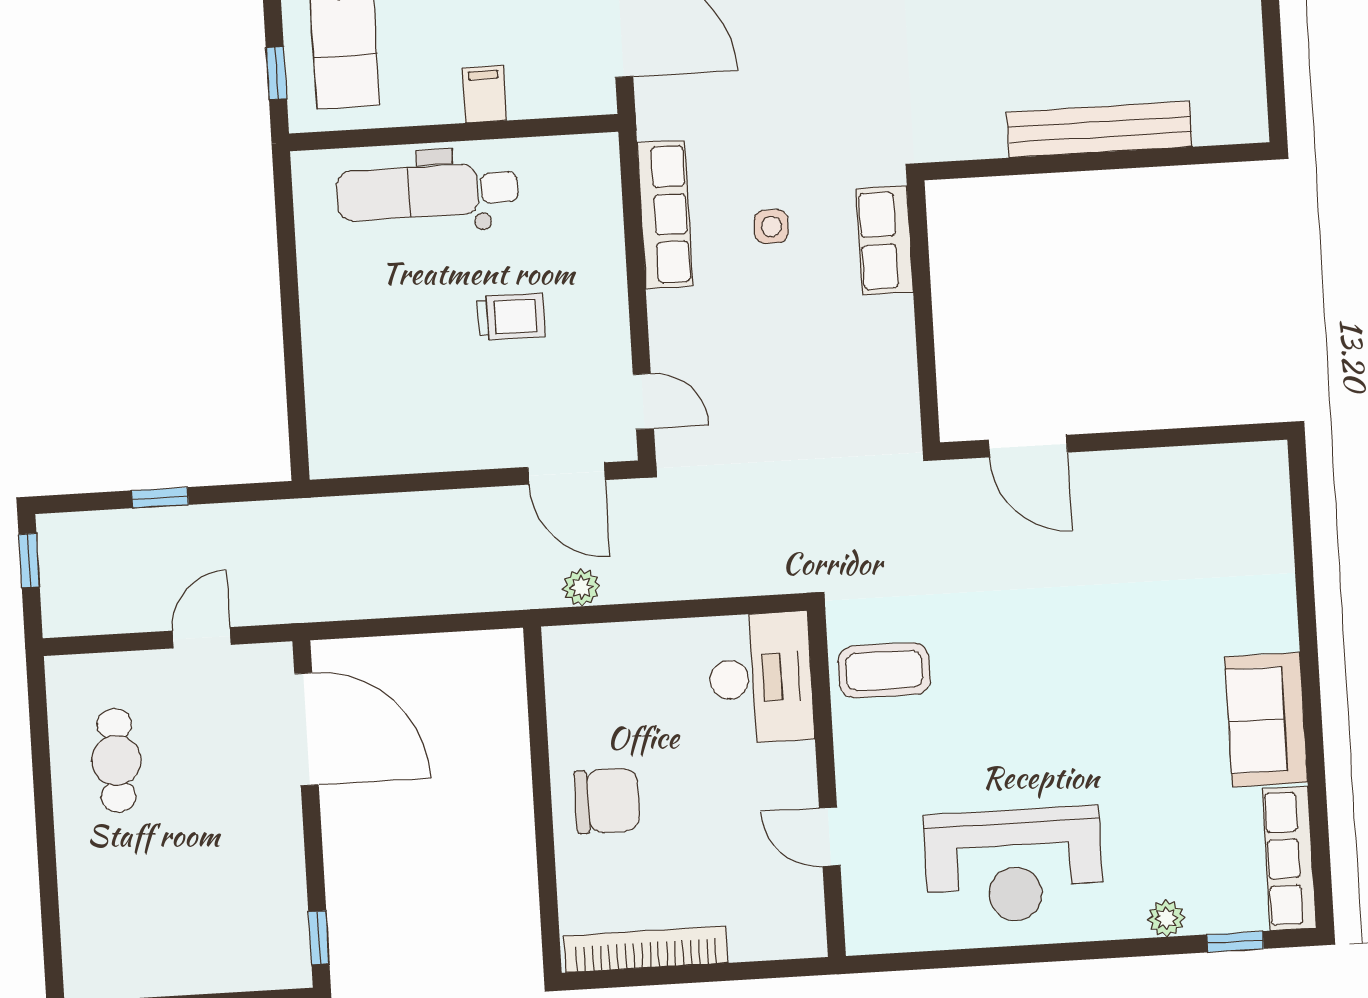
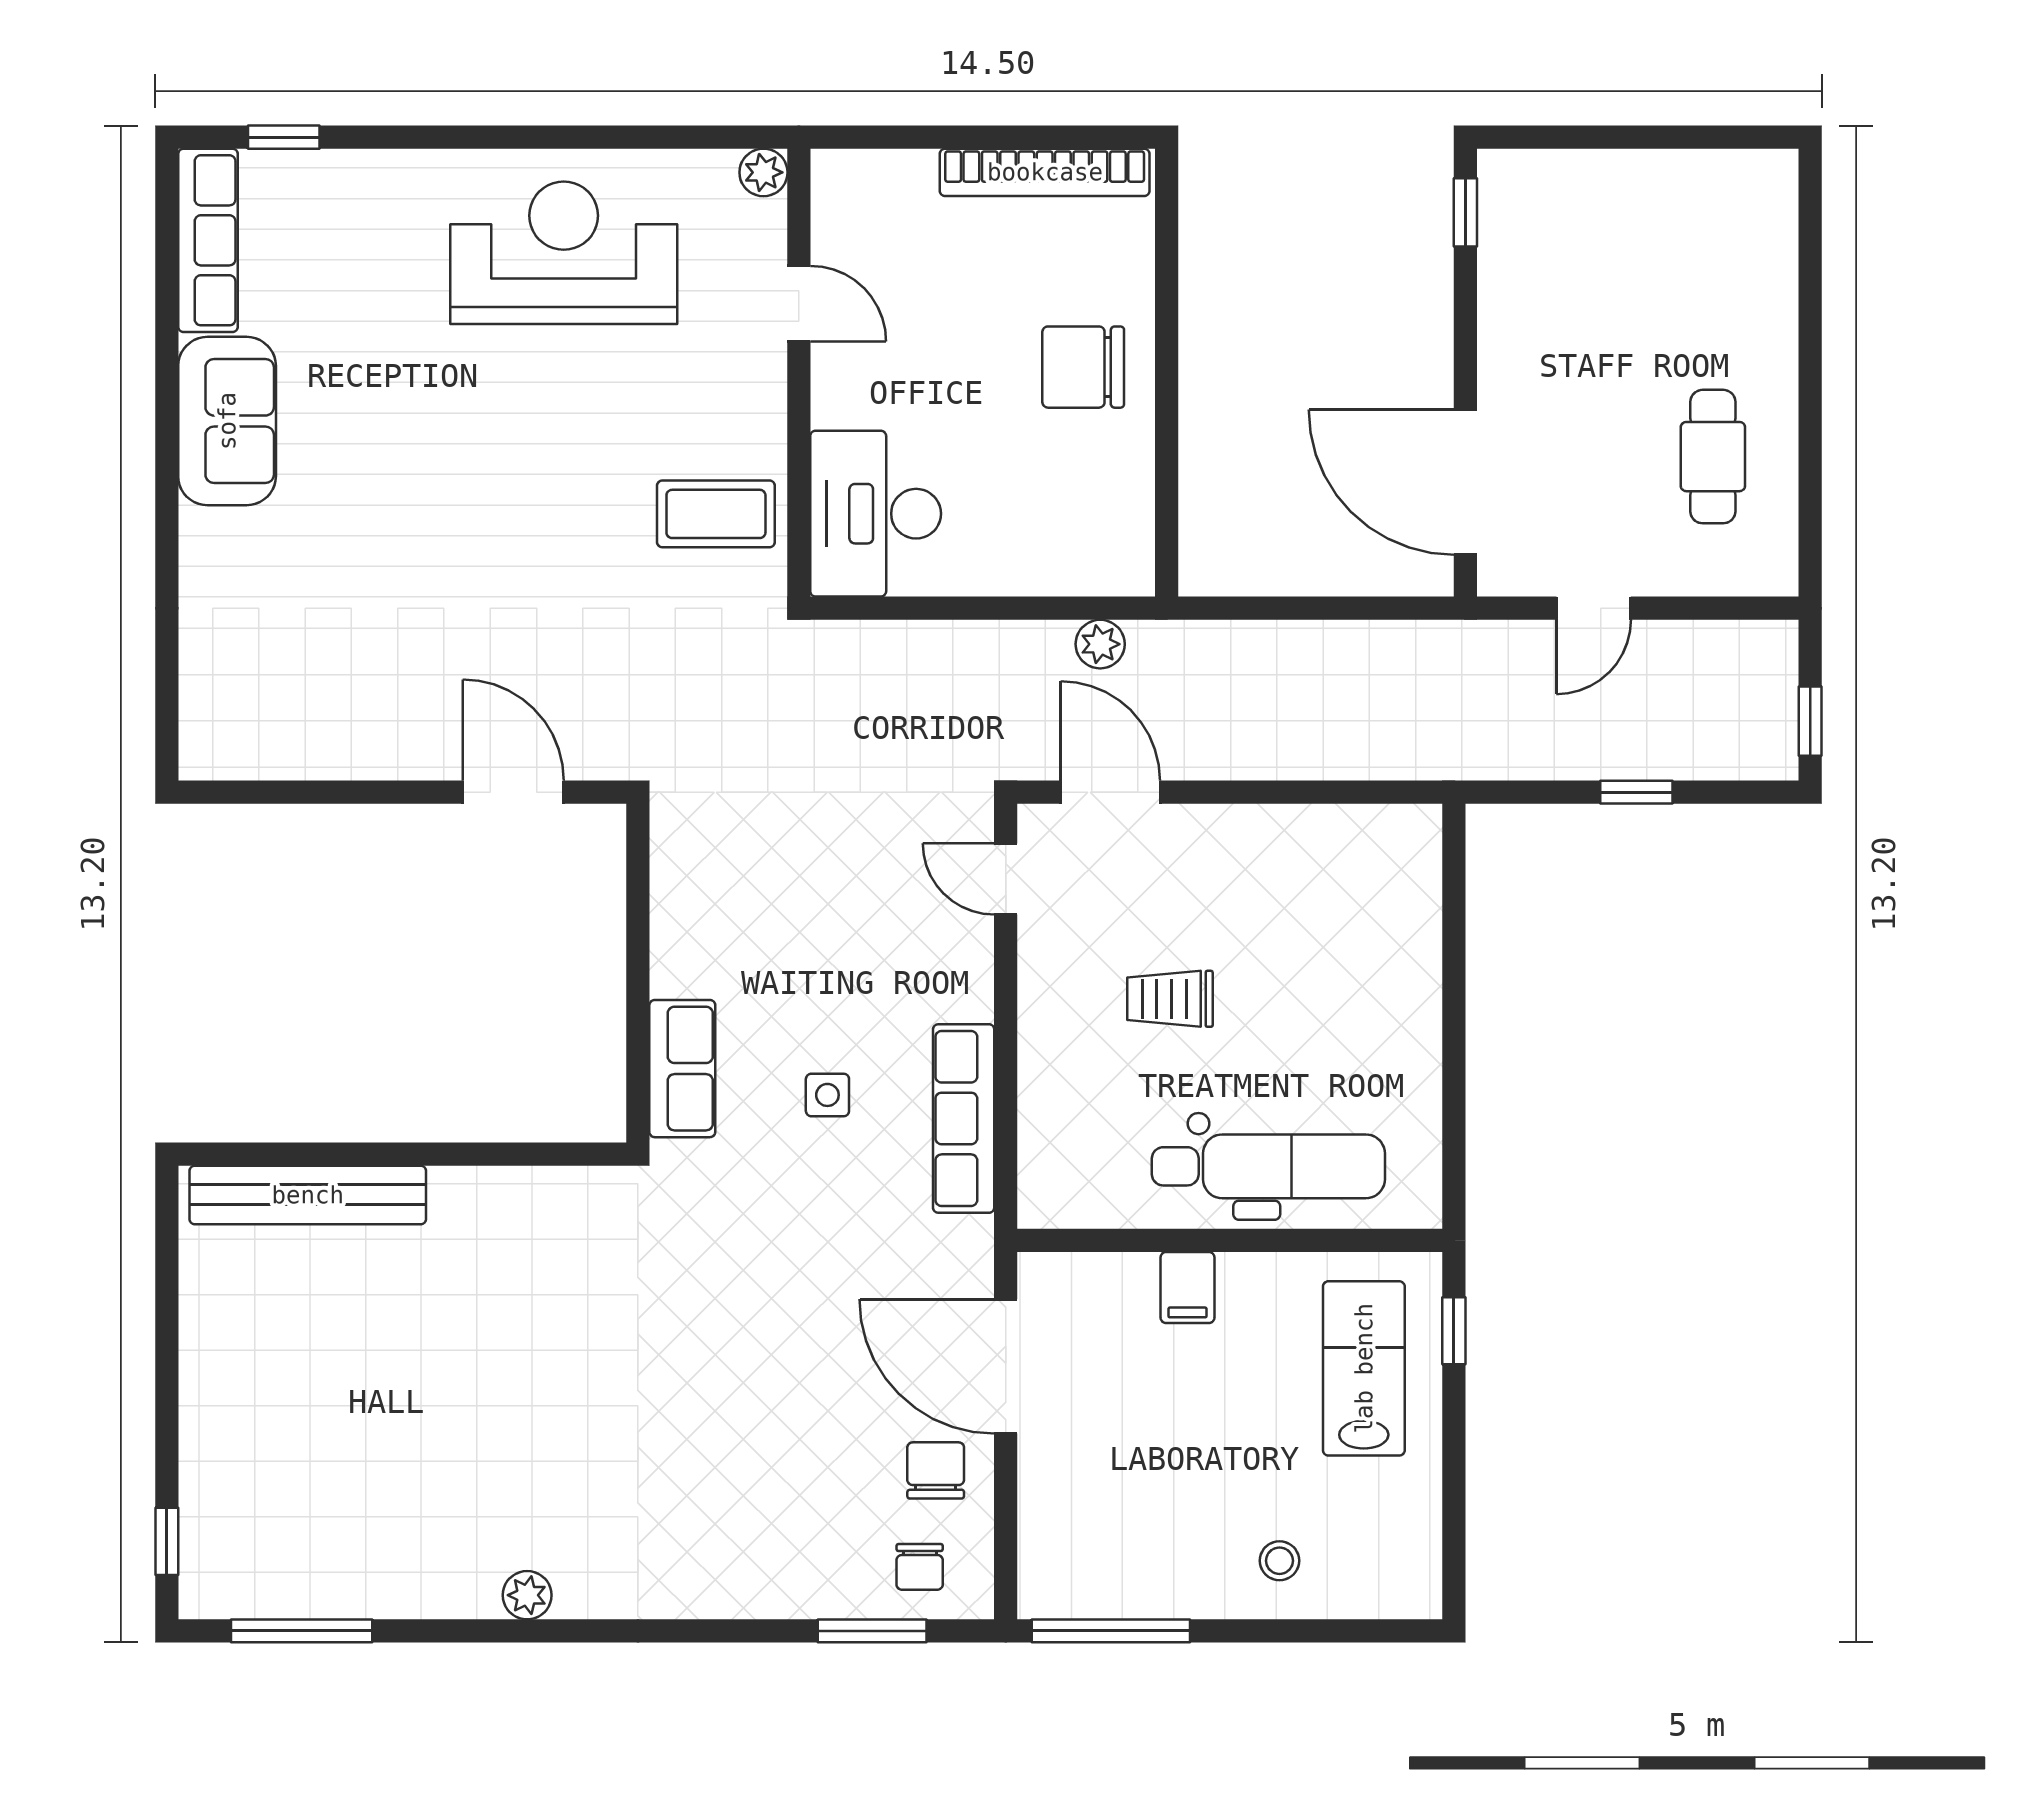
bench: (1100, 129) -> (308, 1195), moved
plant: (1166, 918) -> (763, 172), moved

